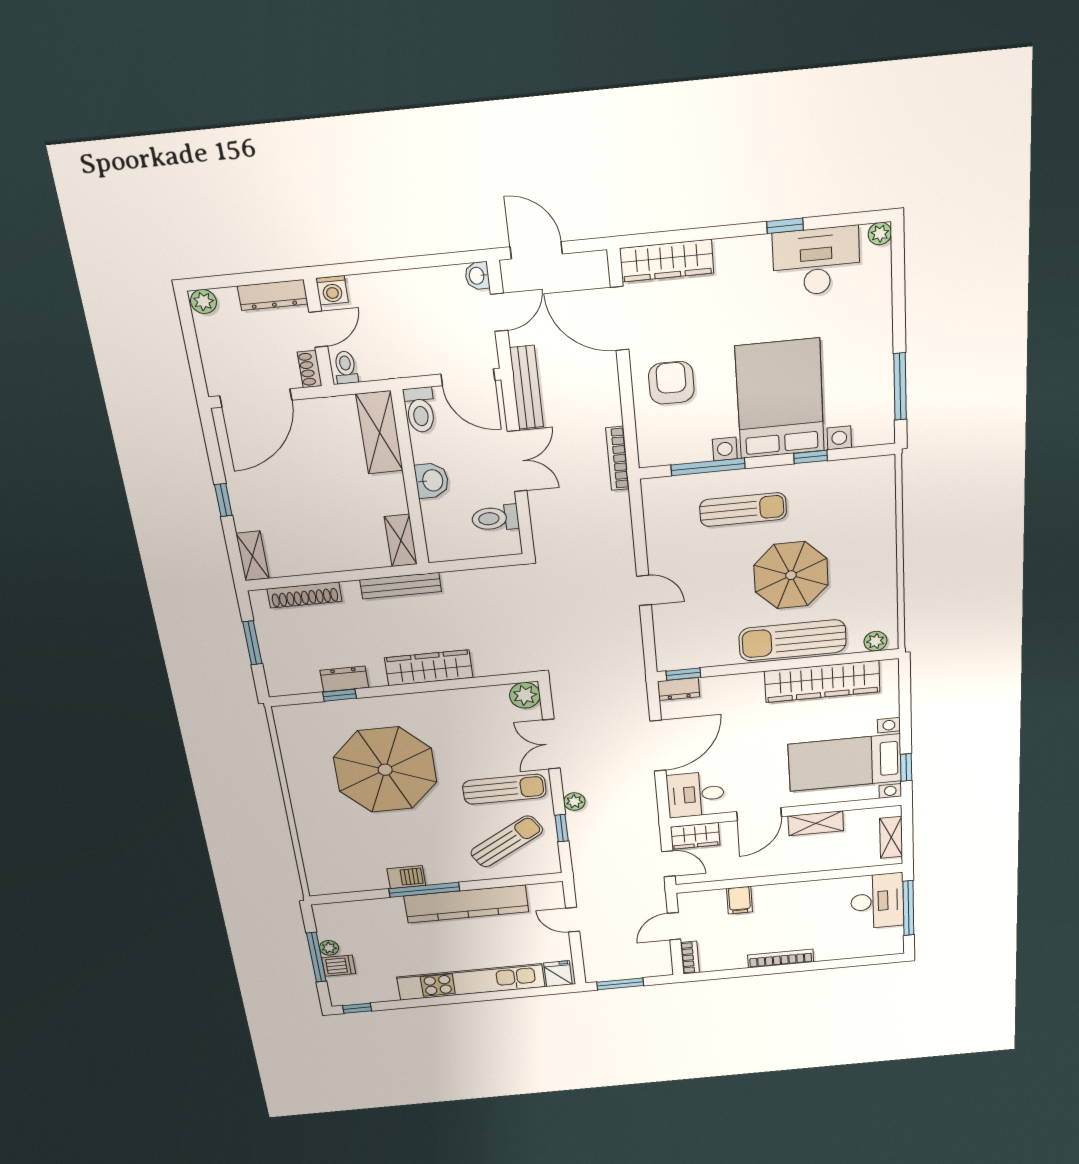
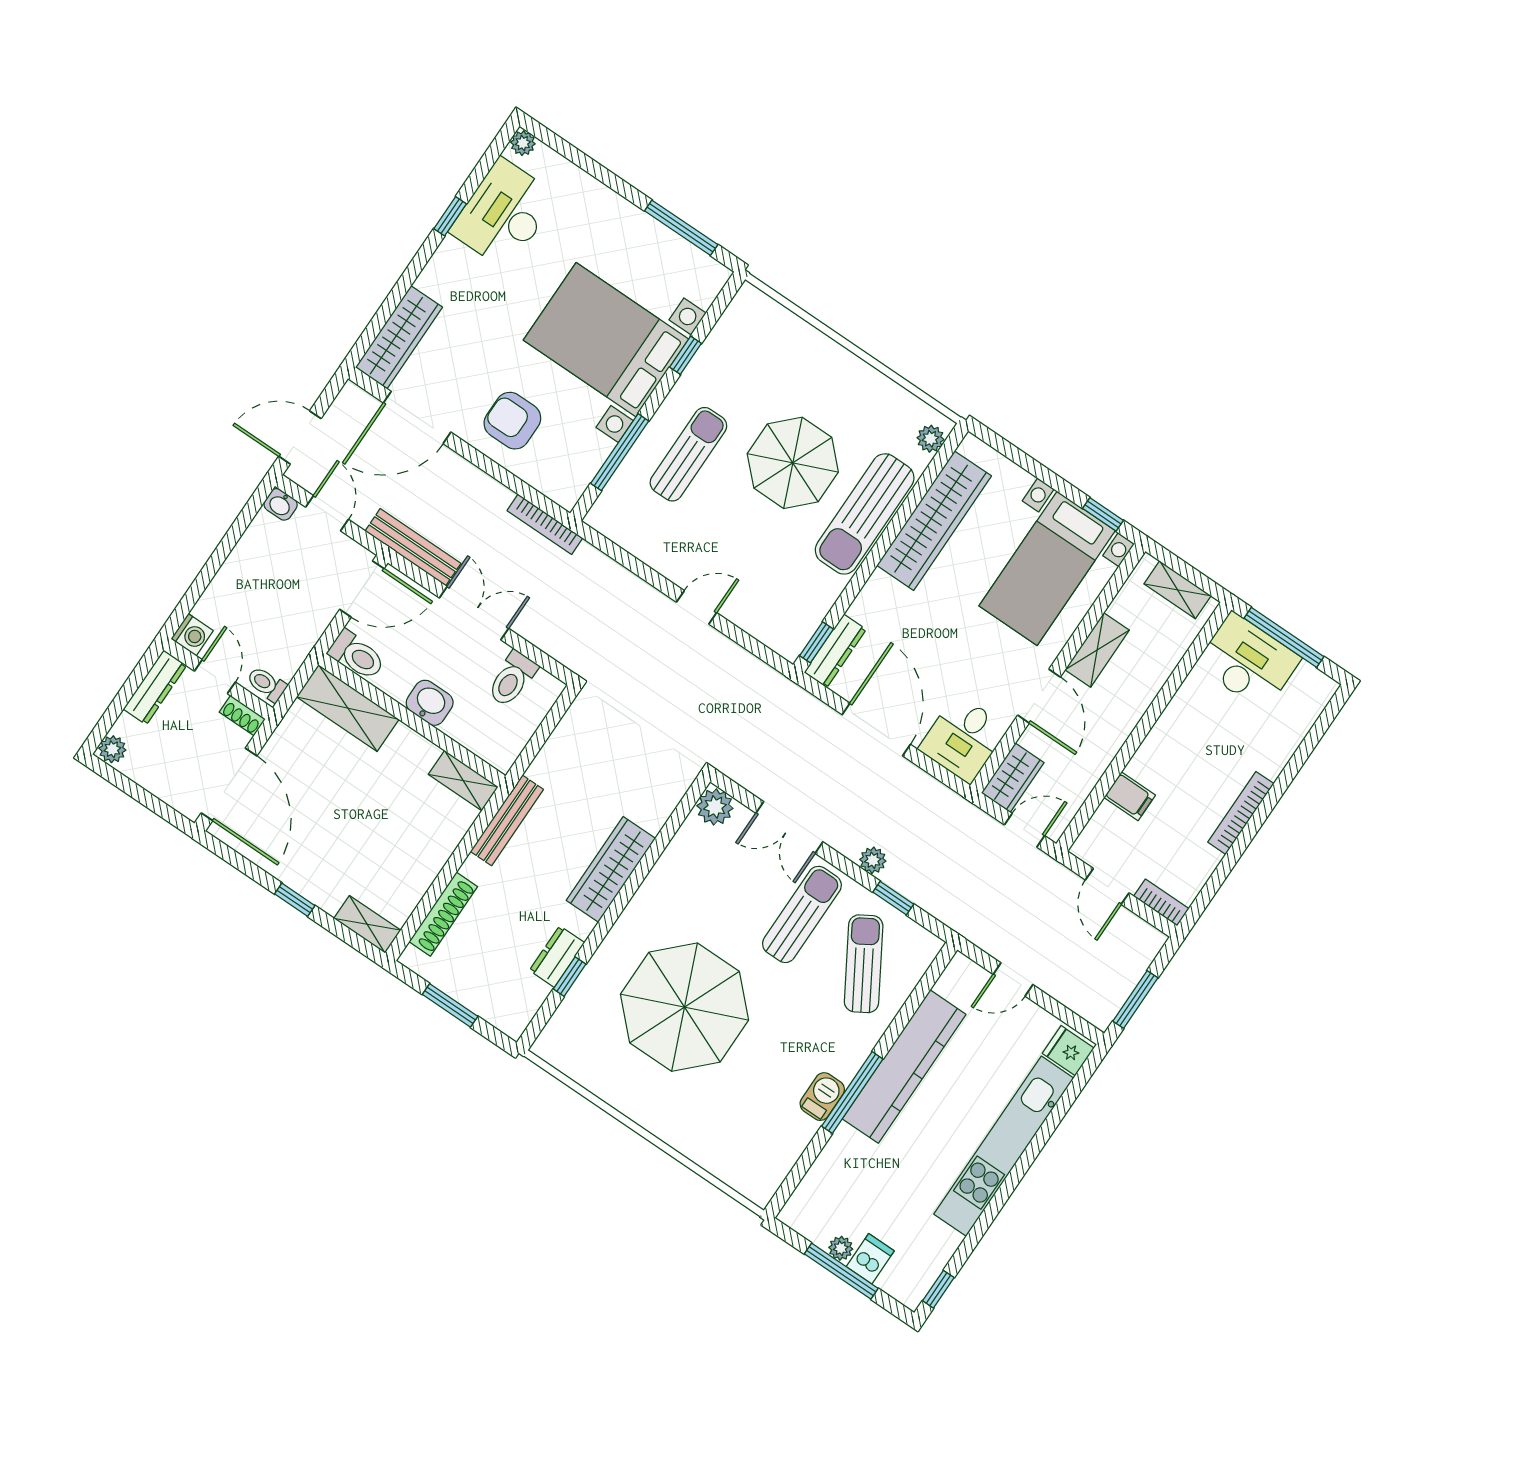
dresser: (679, 689) -> (835, 651), width x1.44

